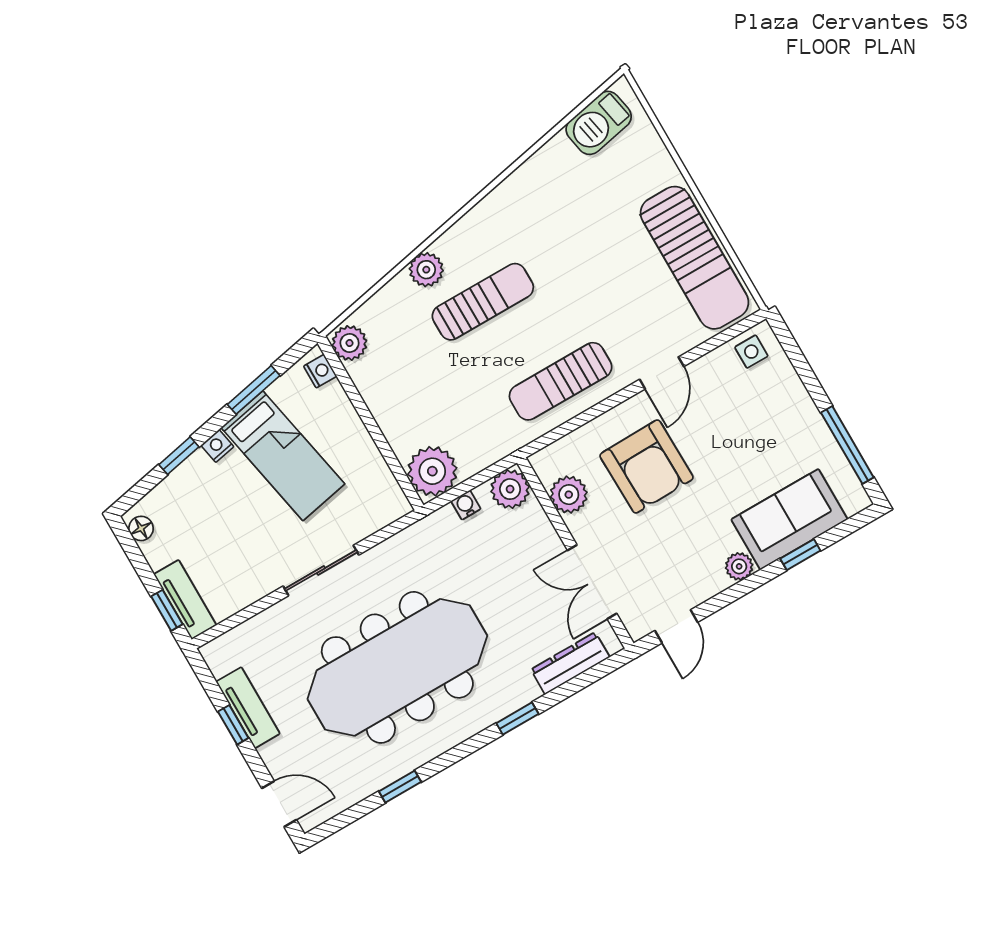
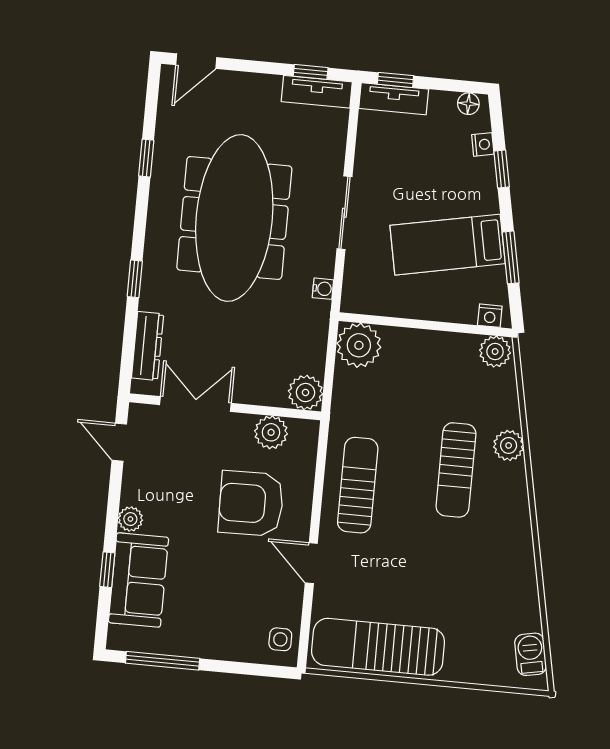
barbecue: (599, 123) -> (531, 654), width x0.73, depth x0.79
nightstand: (217, 446) -> (483, 144), moved
water cooler: (466, 505) -> (323, 289), moved
tv unit: (248, 708) -> (317, 92), moved
window: (233, 725) -> (311, 72), moved

